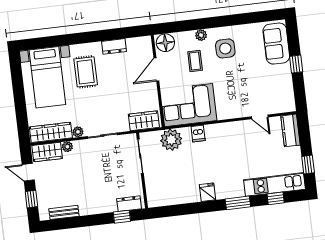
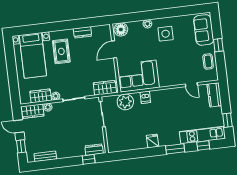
coffee table: (195, 61) -> (208, 62), moved
wardrobe: (51, 132) -> (41, 96), width x0.67

